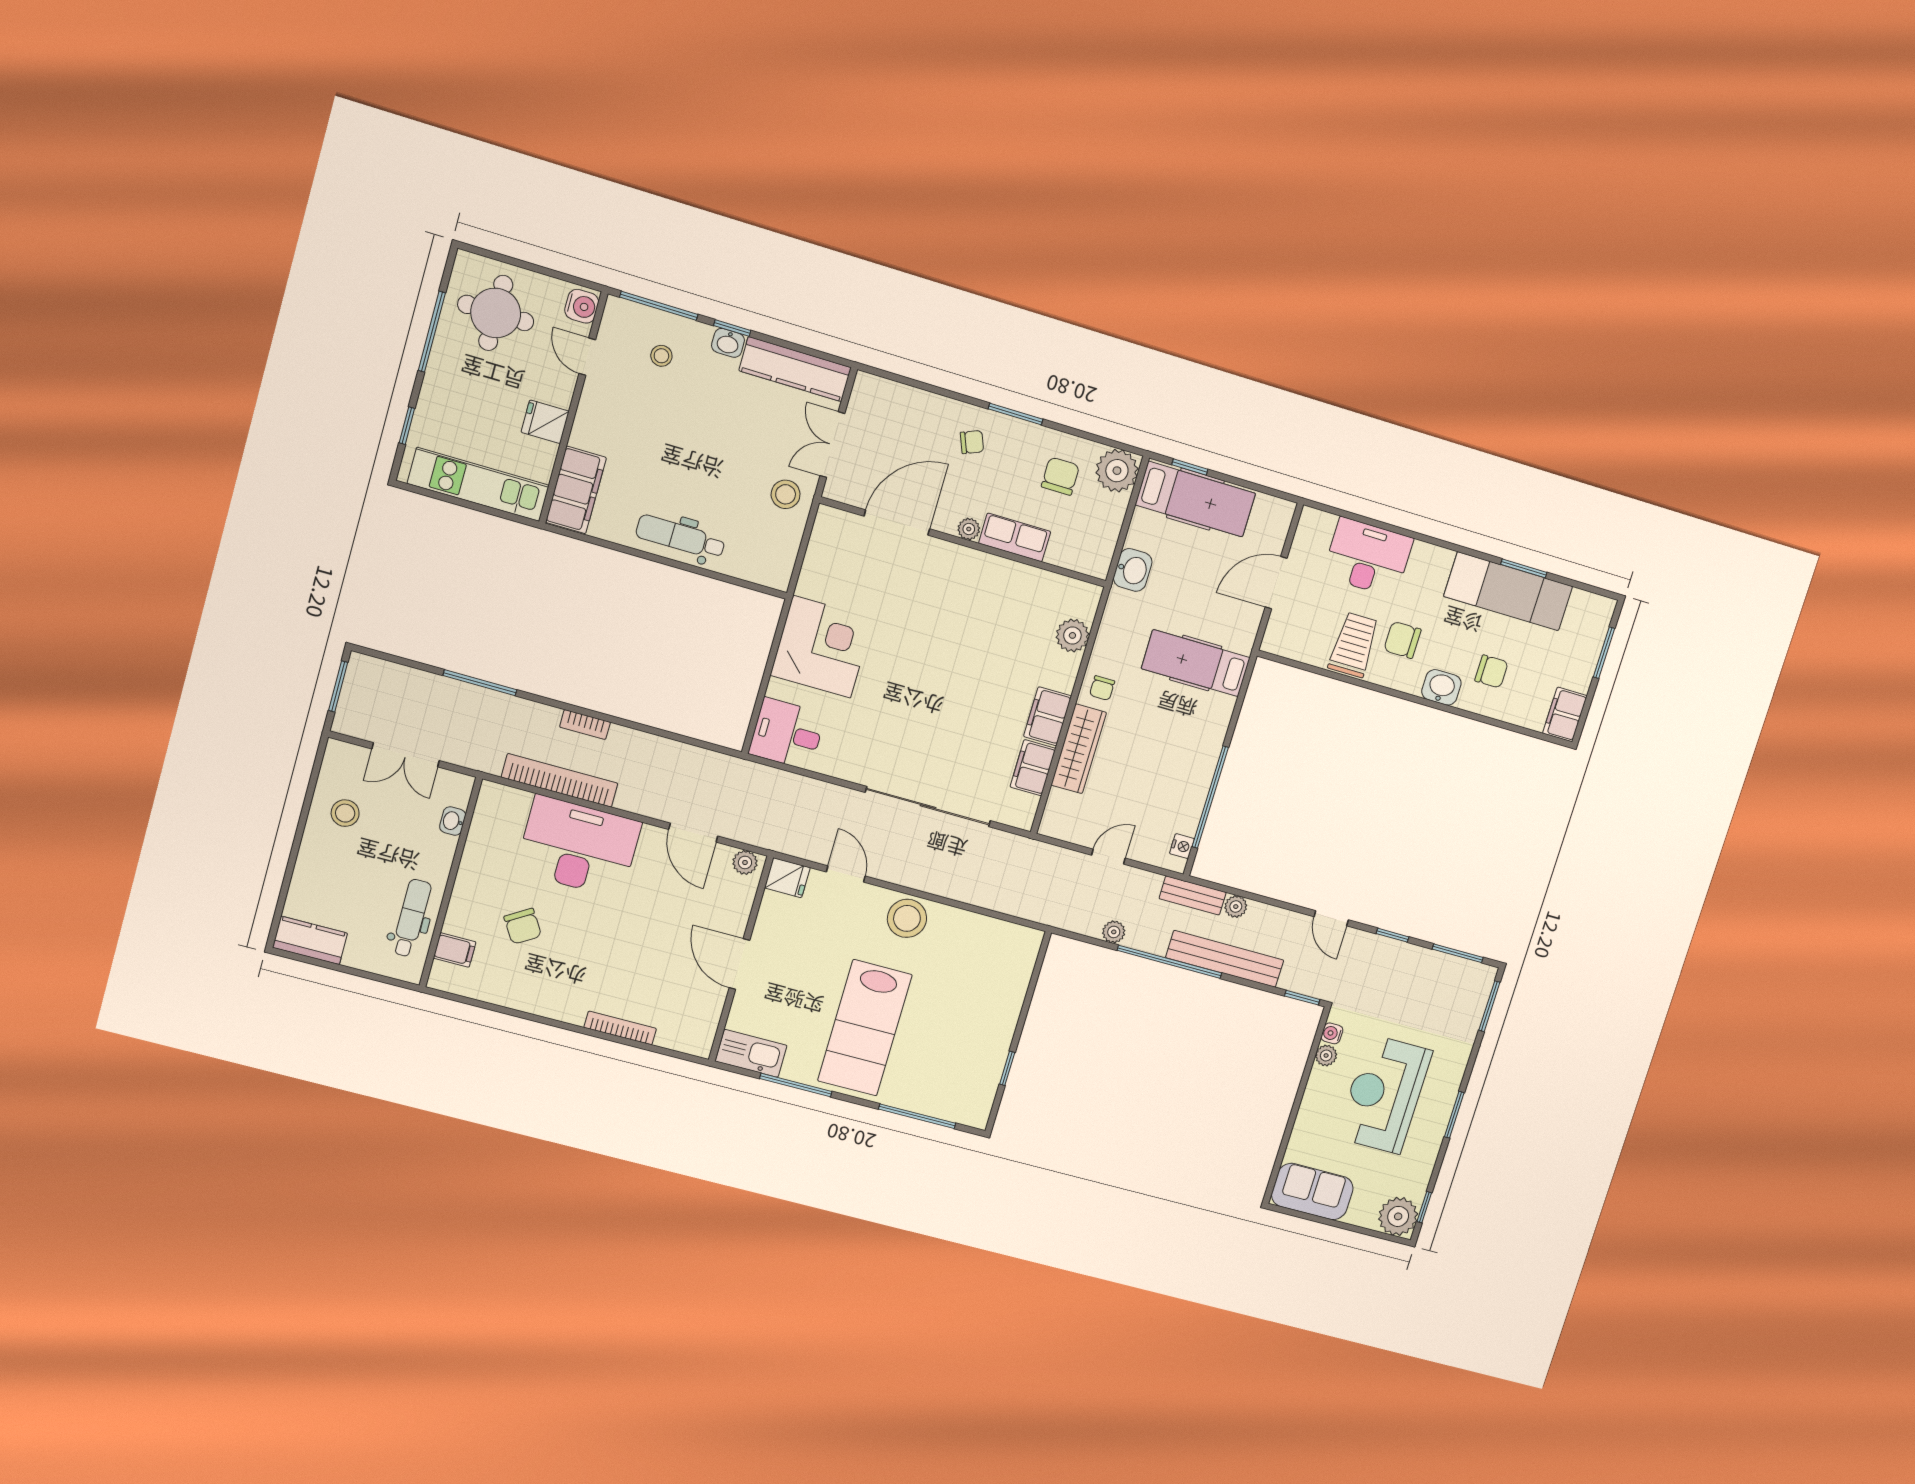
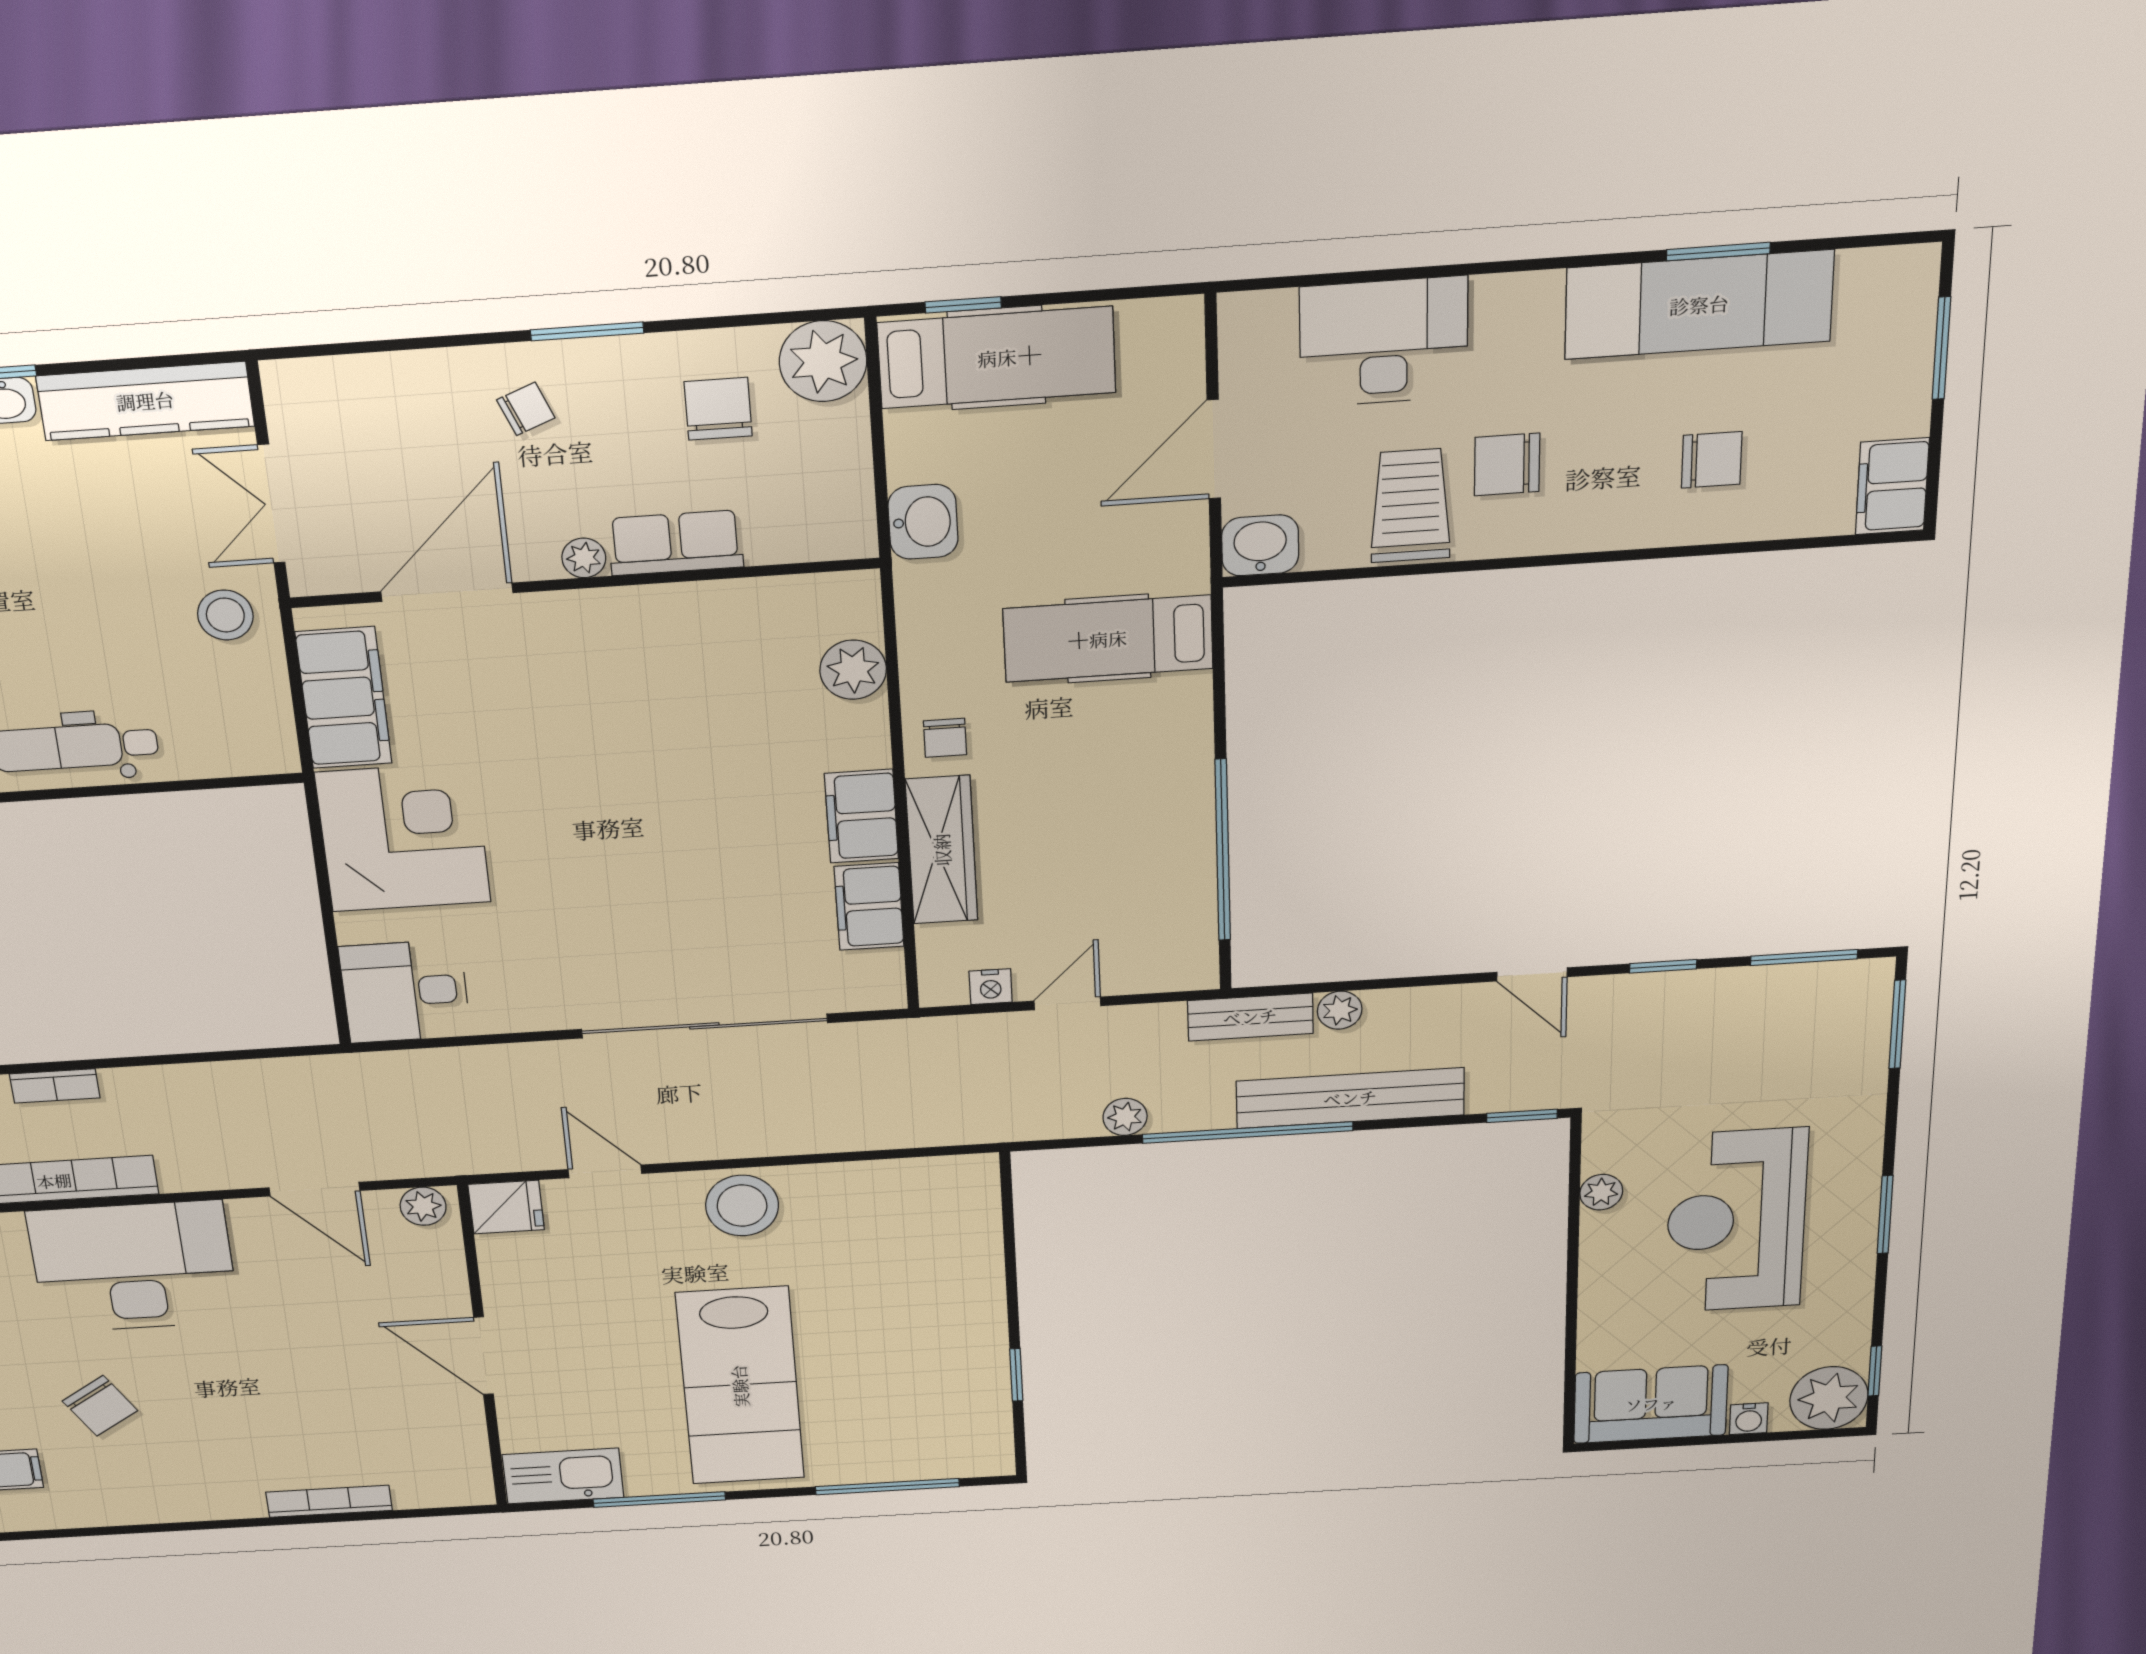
filing cabinet: (824, 560) -> (344, 698), added
washbasin: (1441, 687) -> (1260, 545), moved
nightstand: (1182, 846) -> (991, 987), moved, turned 90
water cooler: (1332, 1033) -> (1749, 1419), moved, turned -90

